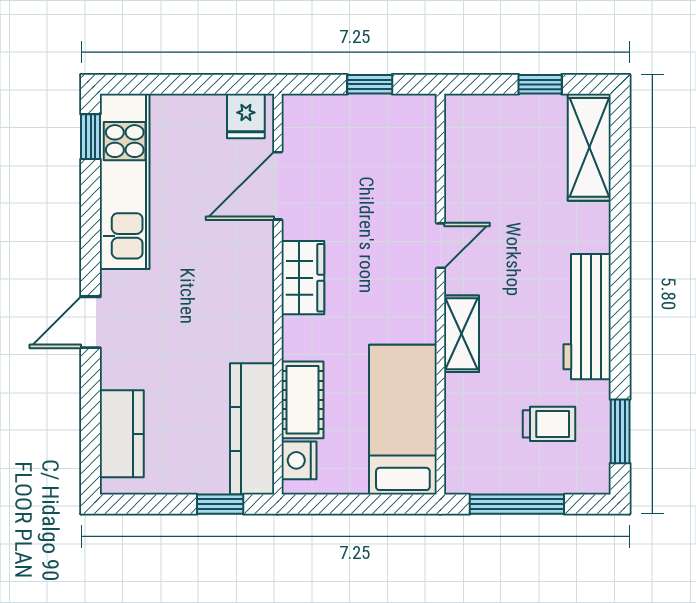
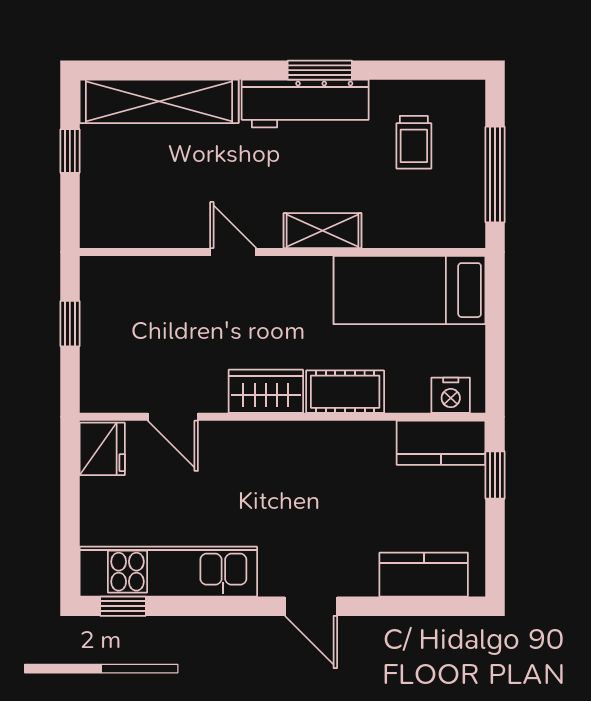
fridge: (246, 116) -> (102, 449), width x1.38
shelving: (589, 147) -> (159, 101), width x1.47
door: (278, 186) -> (173, 417), width x0.73
cot: (303, 400) -> (345, 392), moved
trolley: (549, 424) -> (414, 142), turned 180
kitchen counter: (252, 429) -> (441, 443), width x0.67
window: (620, 431) -> (320, 70), moved

